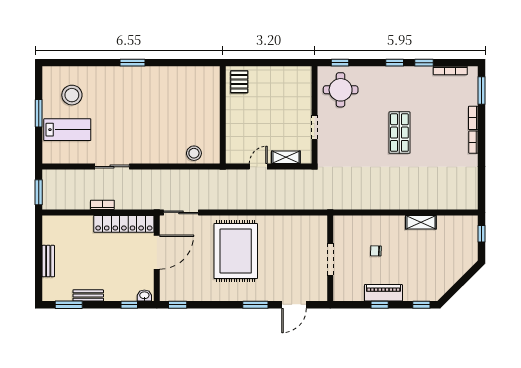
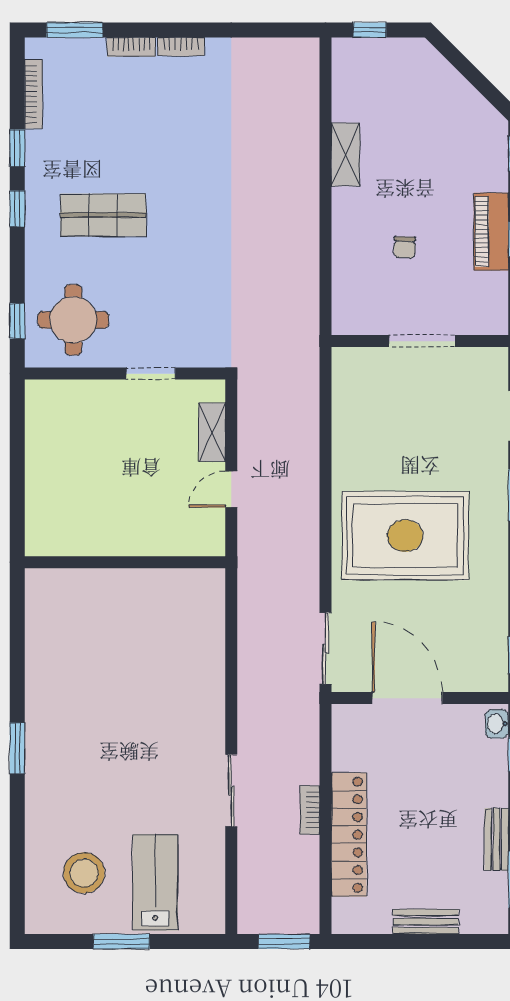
pallet: (239, 82) -> (57, 528), removed
shop shelf: (399, 133) -> (103, 215), moved
stool: (194, 153) -> (204, 622), removed
door: (258, 167) -> (231, 489), hinge flipped
locker: (124, 224) -> (349, 835), moved

